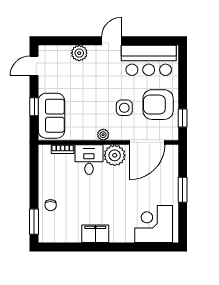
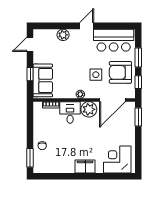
window: (183, 84) -> (138, 58), added
window: (183, 190) -> (138, 117), moved
filing cabinet: (95, 234) -> (85, 166), moved

